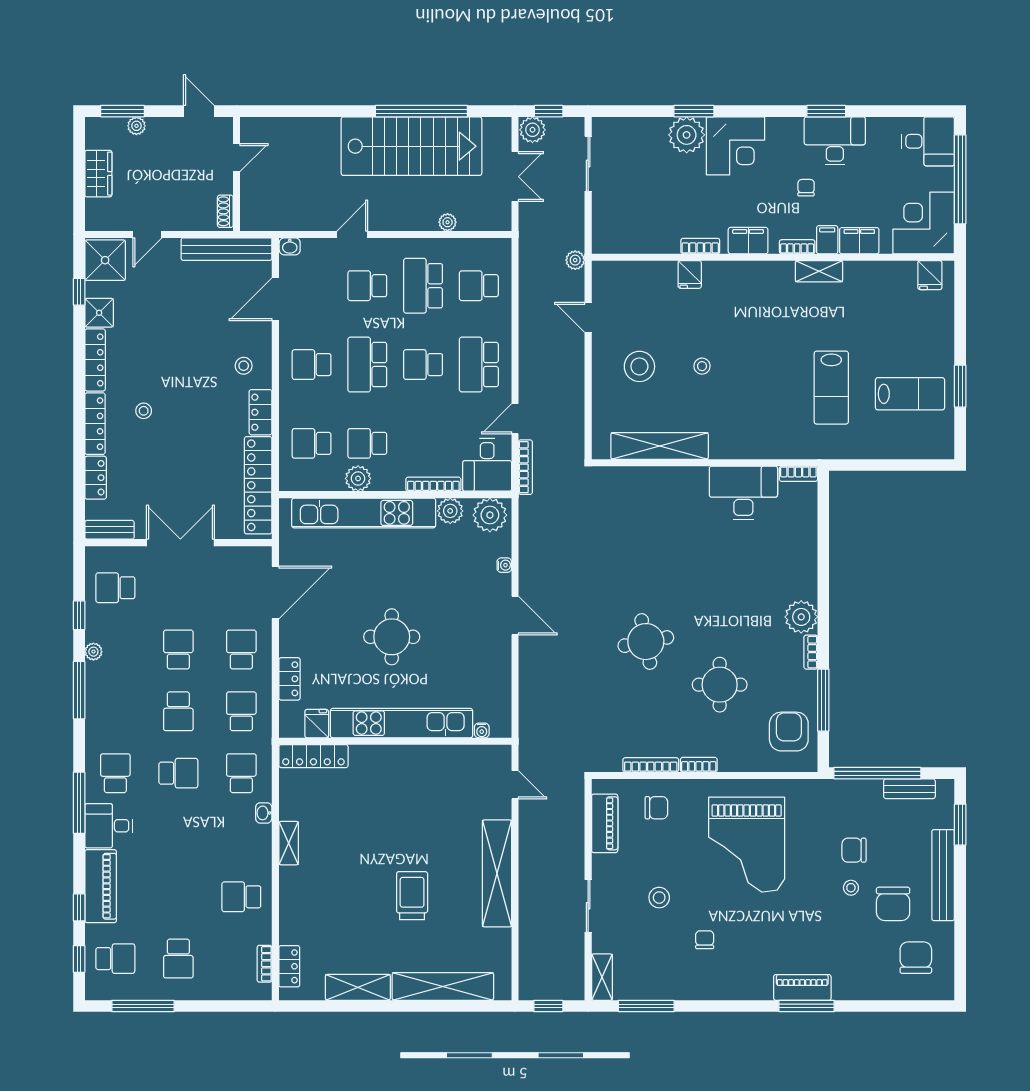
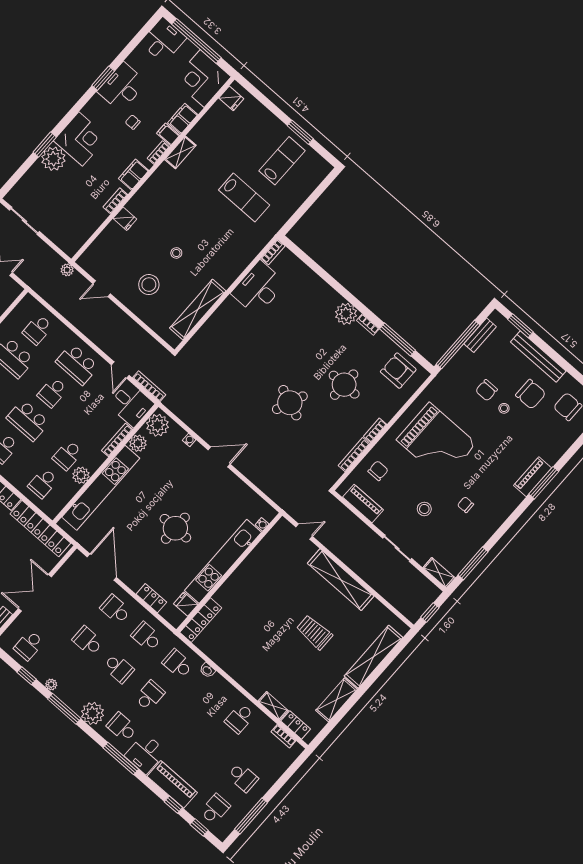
round table: (646, 642) -> (290, 403), turned 33
plant: (102, 726) -> (93, 713), added
shelving: (289, 843) -> (273, 706), moved

